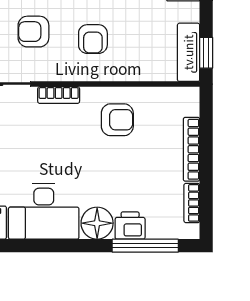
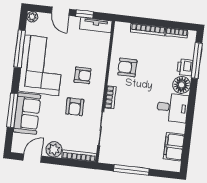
window: (206, 53) -> (85, 14), moved
armchair: (117, 120) -> (127, 67), turned -90
desk: (44, 211) -> (172, 108), width x0.73

